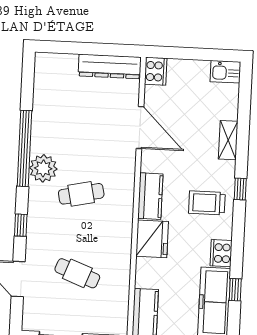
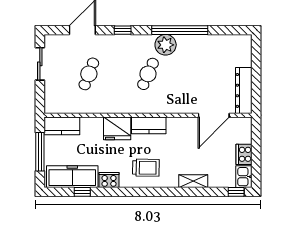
cooker: (156, 71) -> (244, 154), moved, turned 90
door: (140, 128) -> (214, 115), moved
window: (240, 189) -> (236, 192), moved
cafe table: (81, 194) -> (148, 74), turned 36
trolley: (207, 203) -> (146, 168), turned 91

